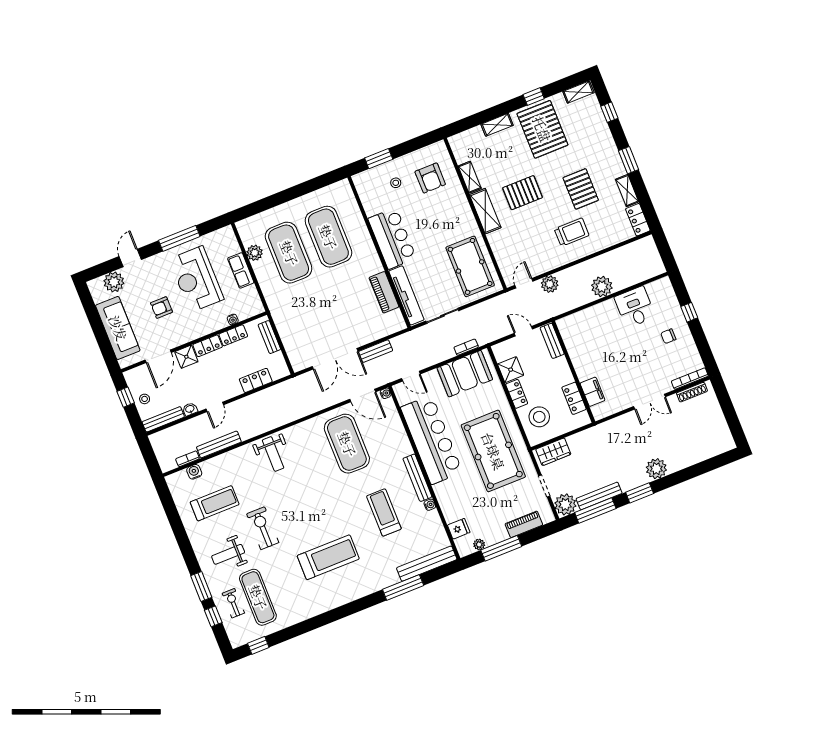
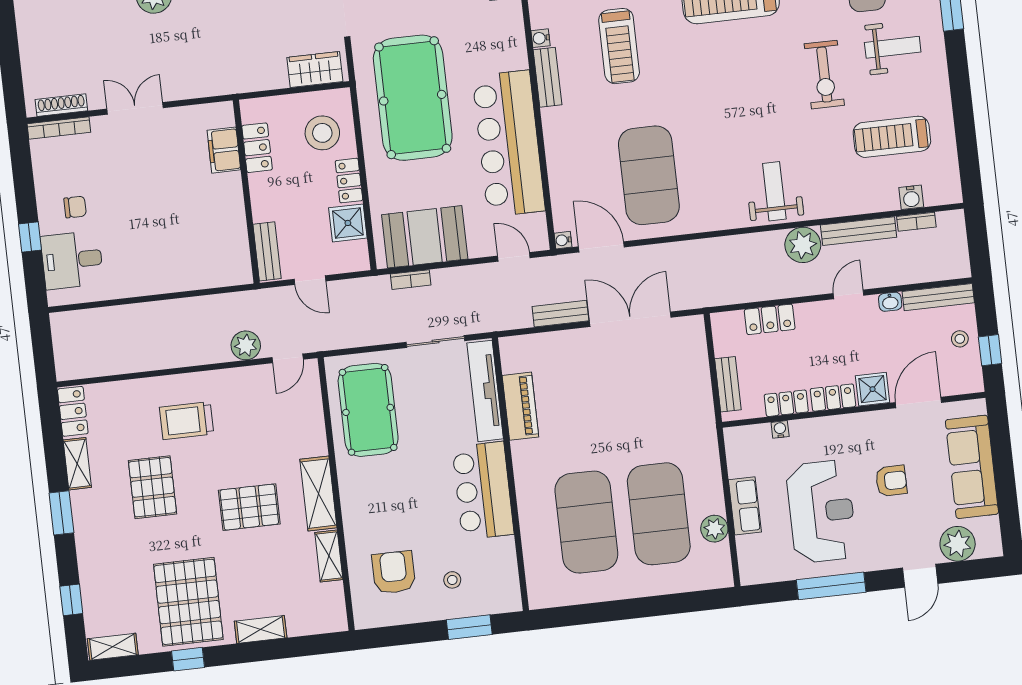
plant: (602, 287) -> (803, 245), moved
desk: (635, 307) -> (72, 260), moved, turned 90
bench: (417, 478) -> (547, 77), width x0.73

